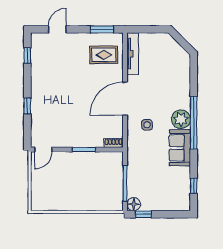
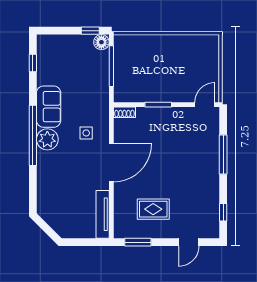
rug: (104, 55) -> (153, 209), moved
window: (27, 106) -> (223, 154), width x2.17

